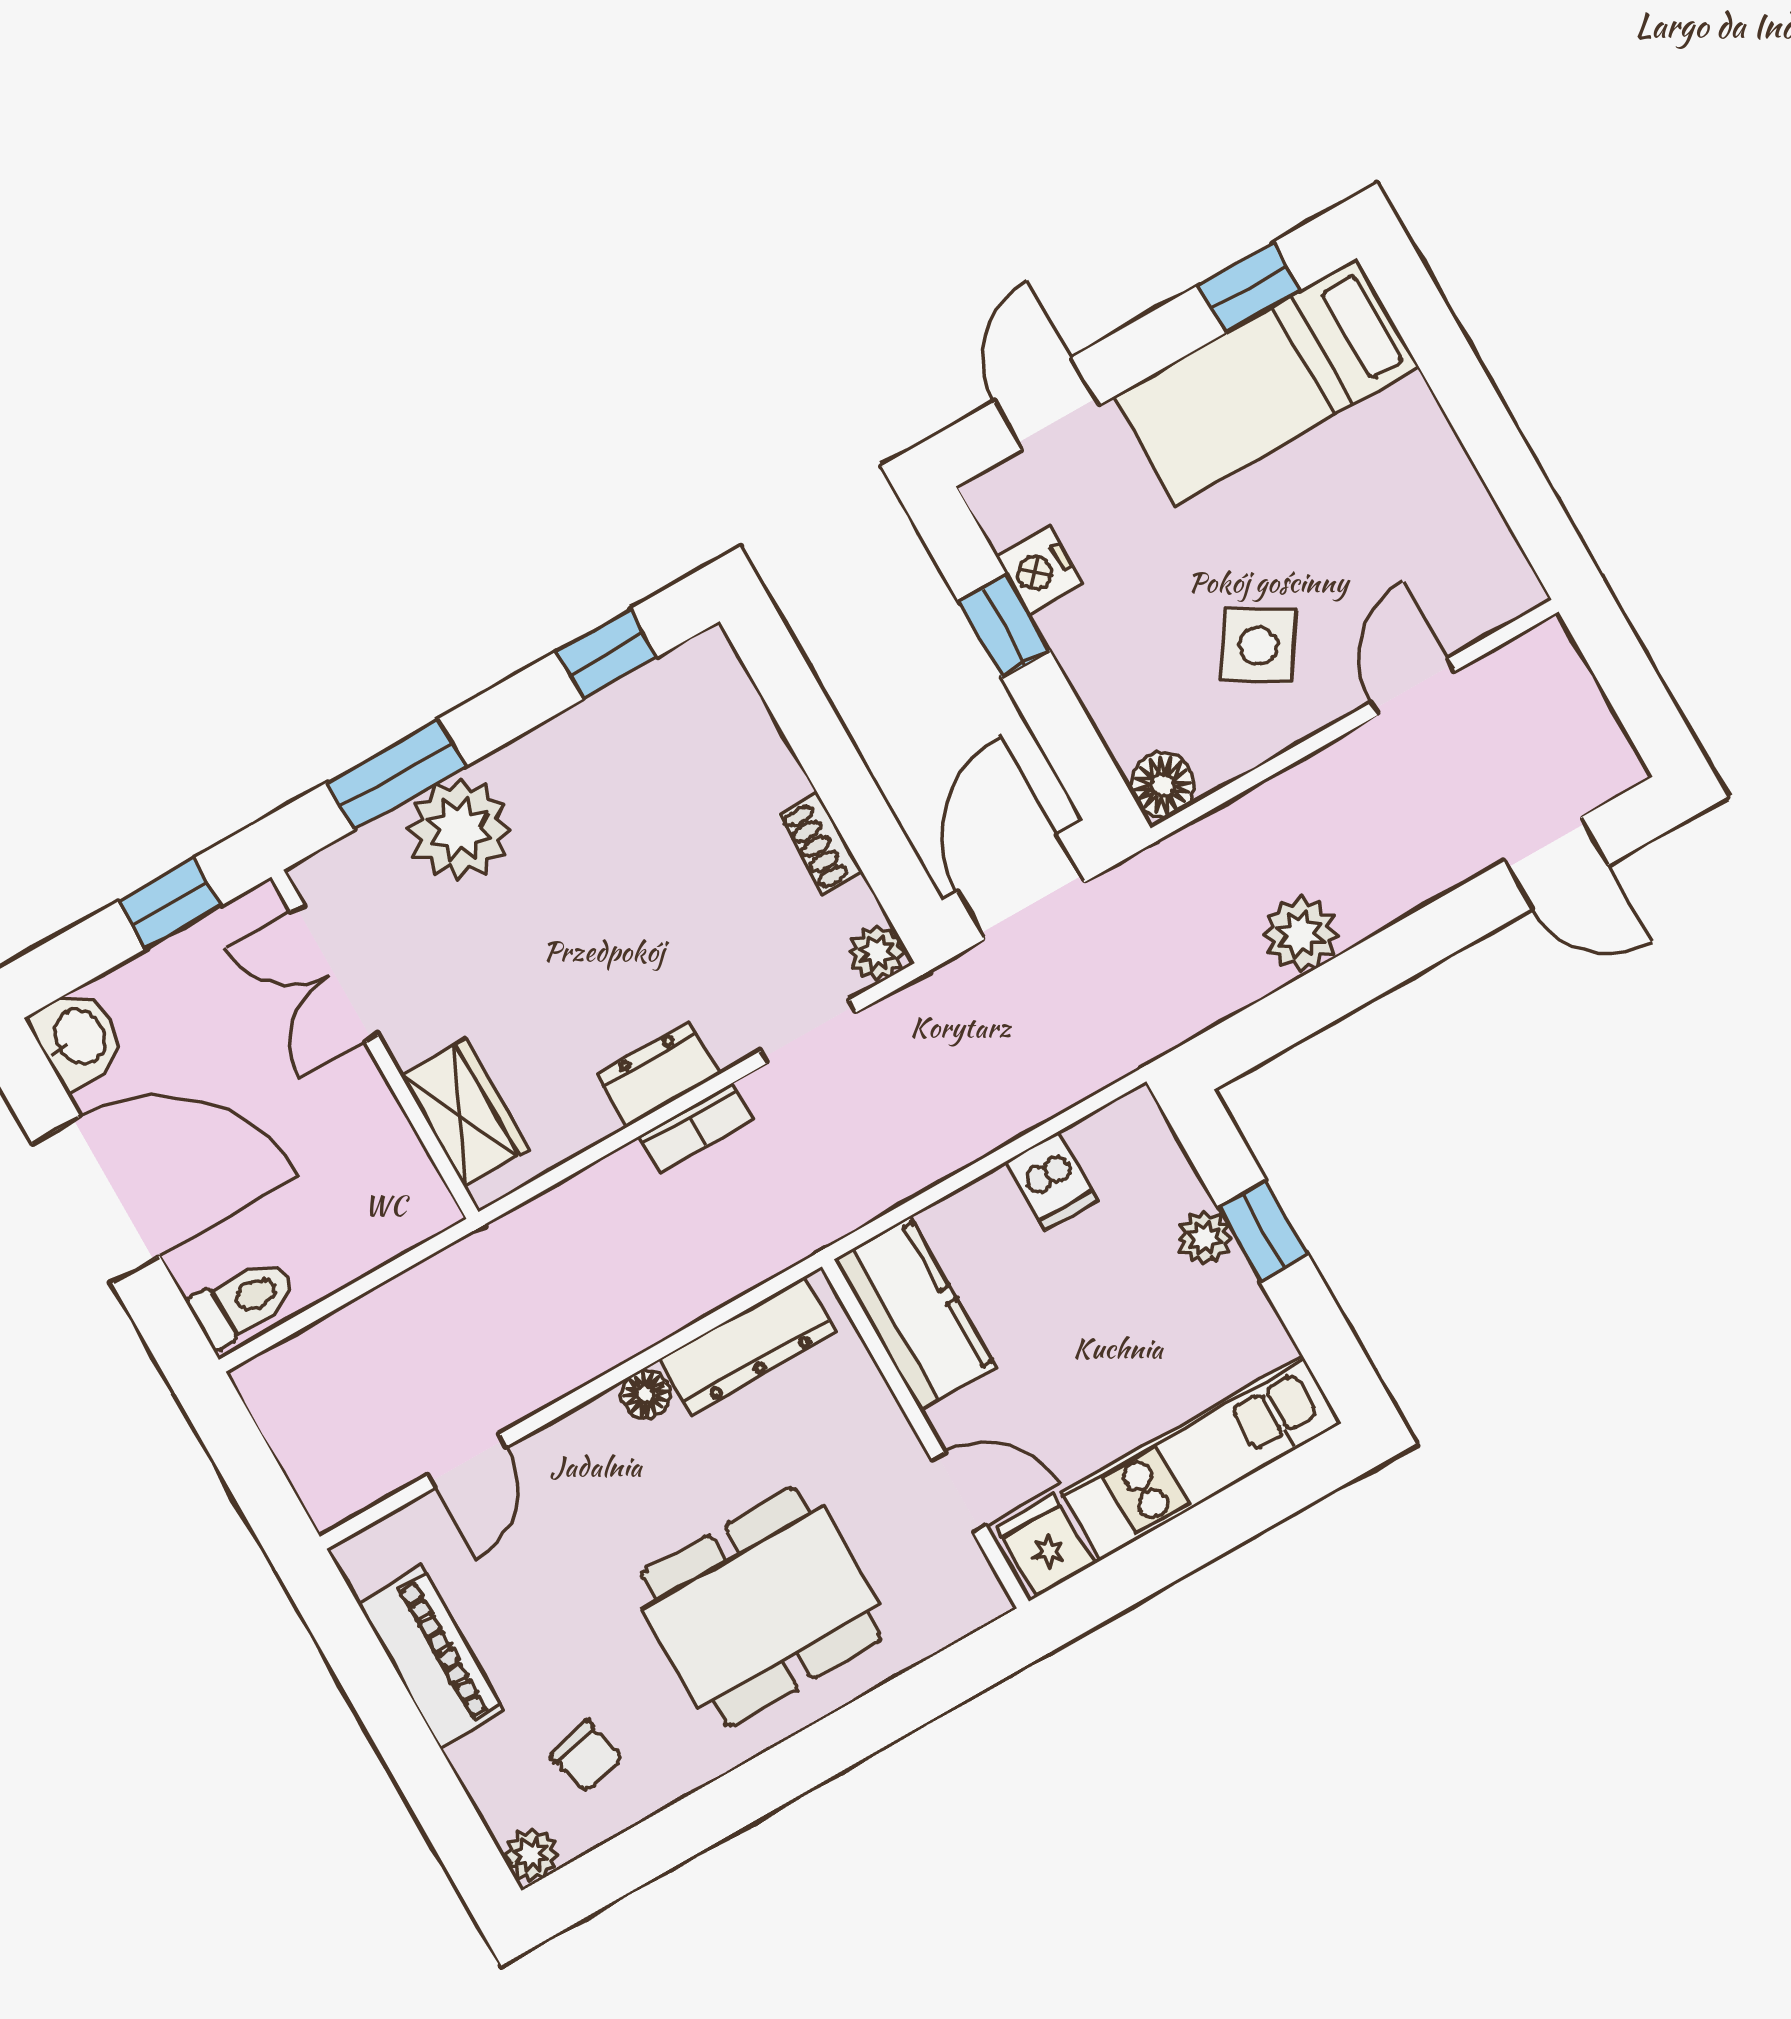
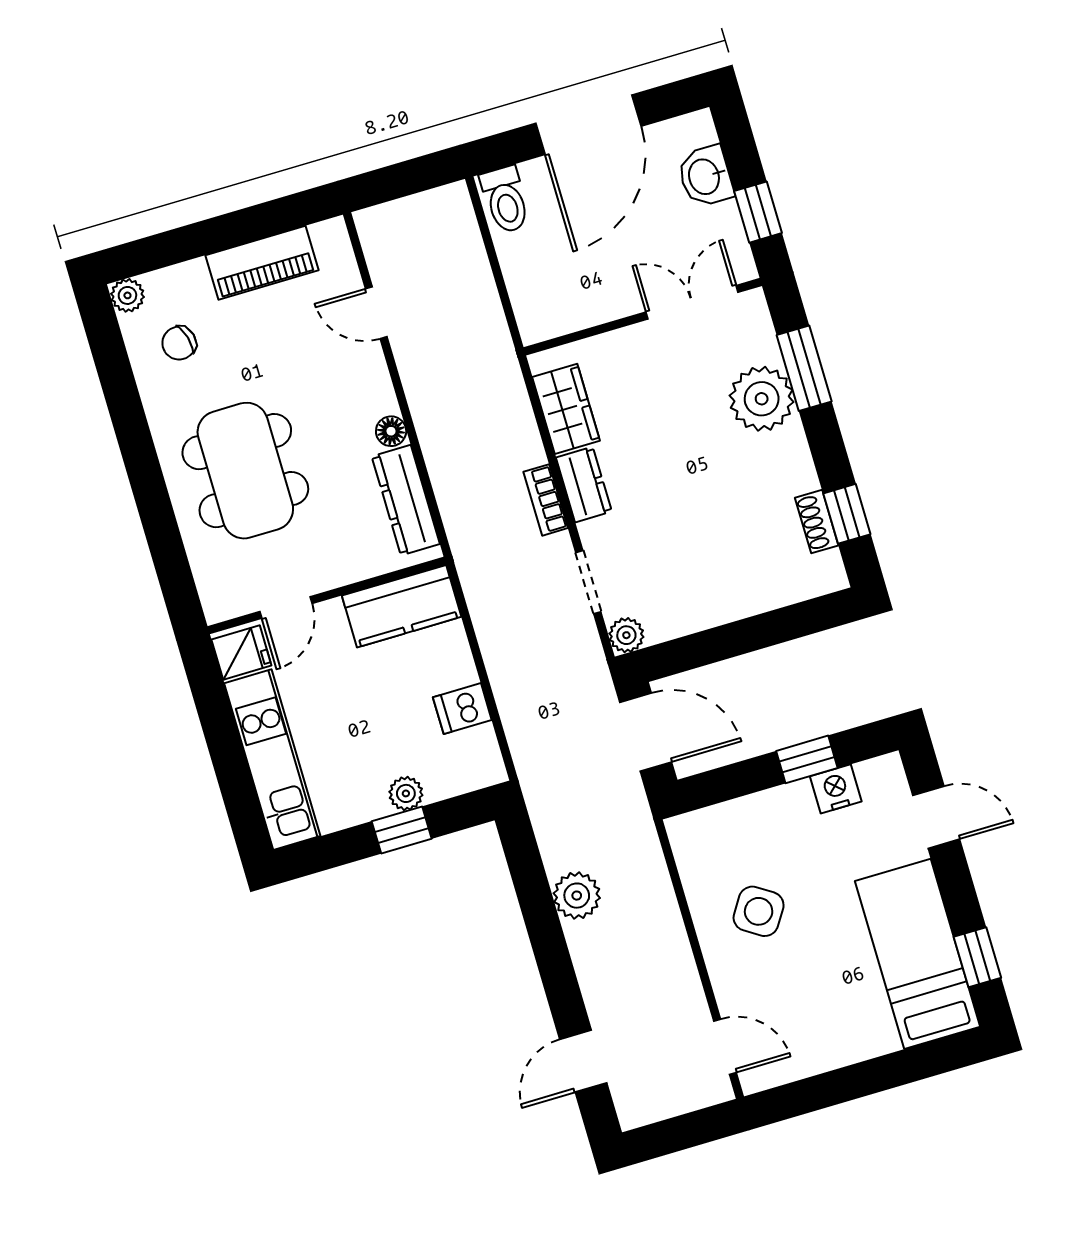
door: (1413, 687) -> (725, 1047), moved
floor lamp: (1163, 785) -> (687, 833), removed
shoe rack: (821, 844) -> (817, 522), moved, turned -90
washbasin: (78, 1038) -> (705, 176), moved, turned 90
wardrobe: (465, 1113) -> (566, 409), moved, turned -90

